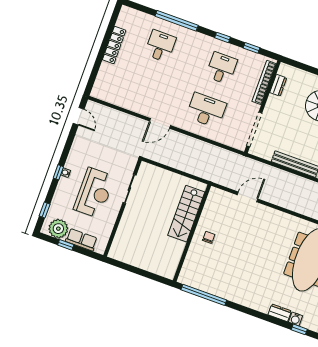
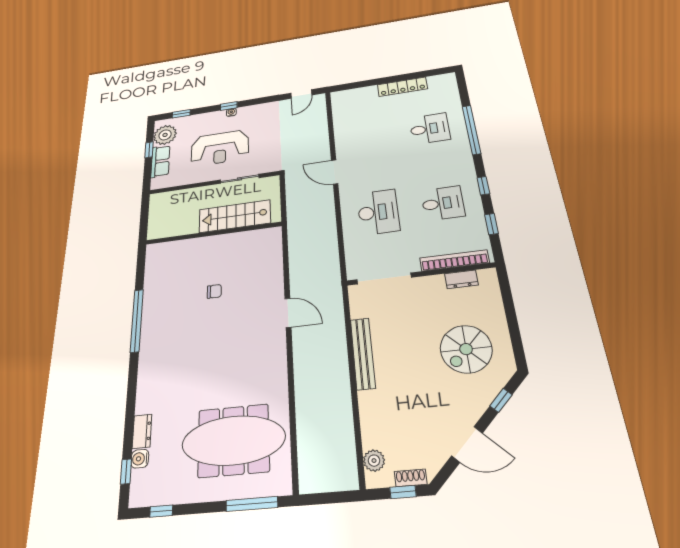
stairs: (186, 214) -> (235, 216), moved
wall: (192, 233) -> (213, 233), moved

